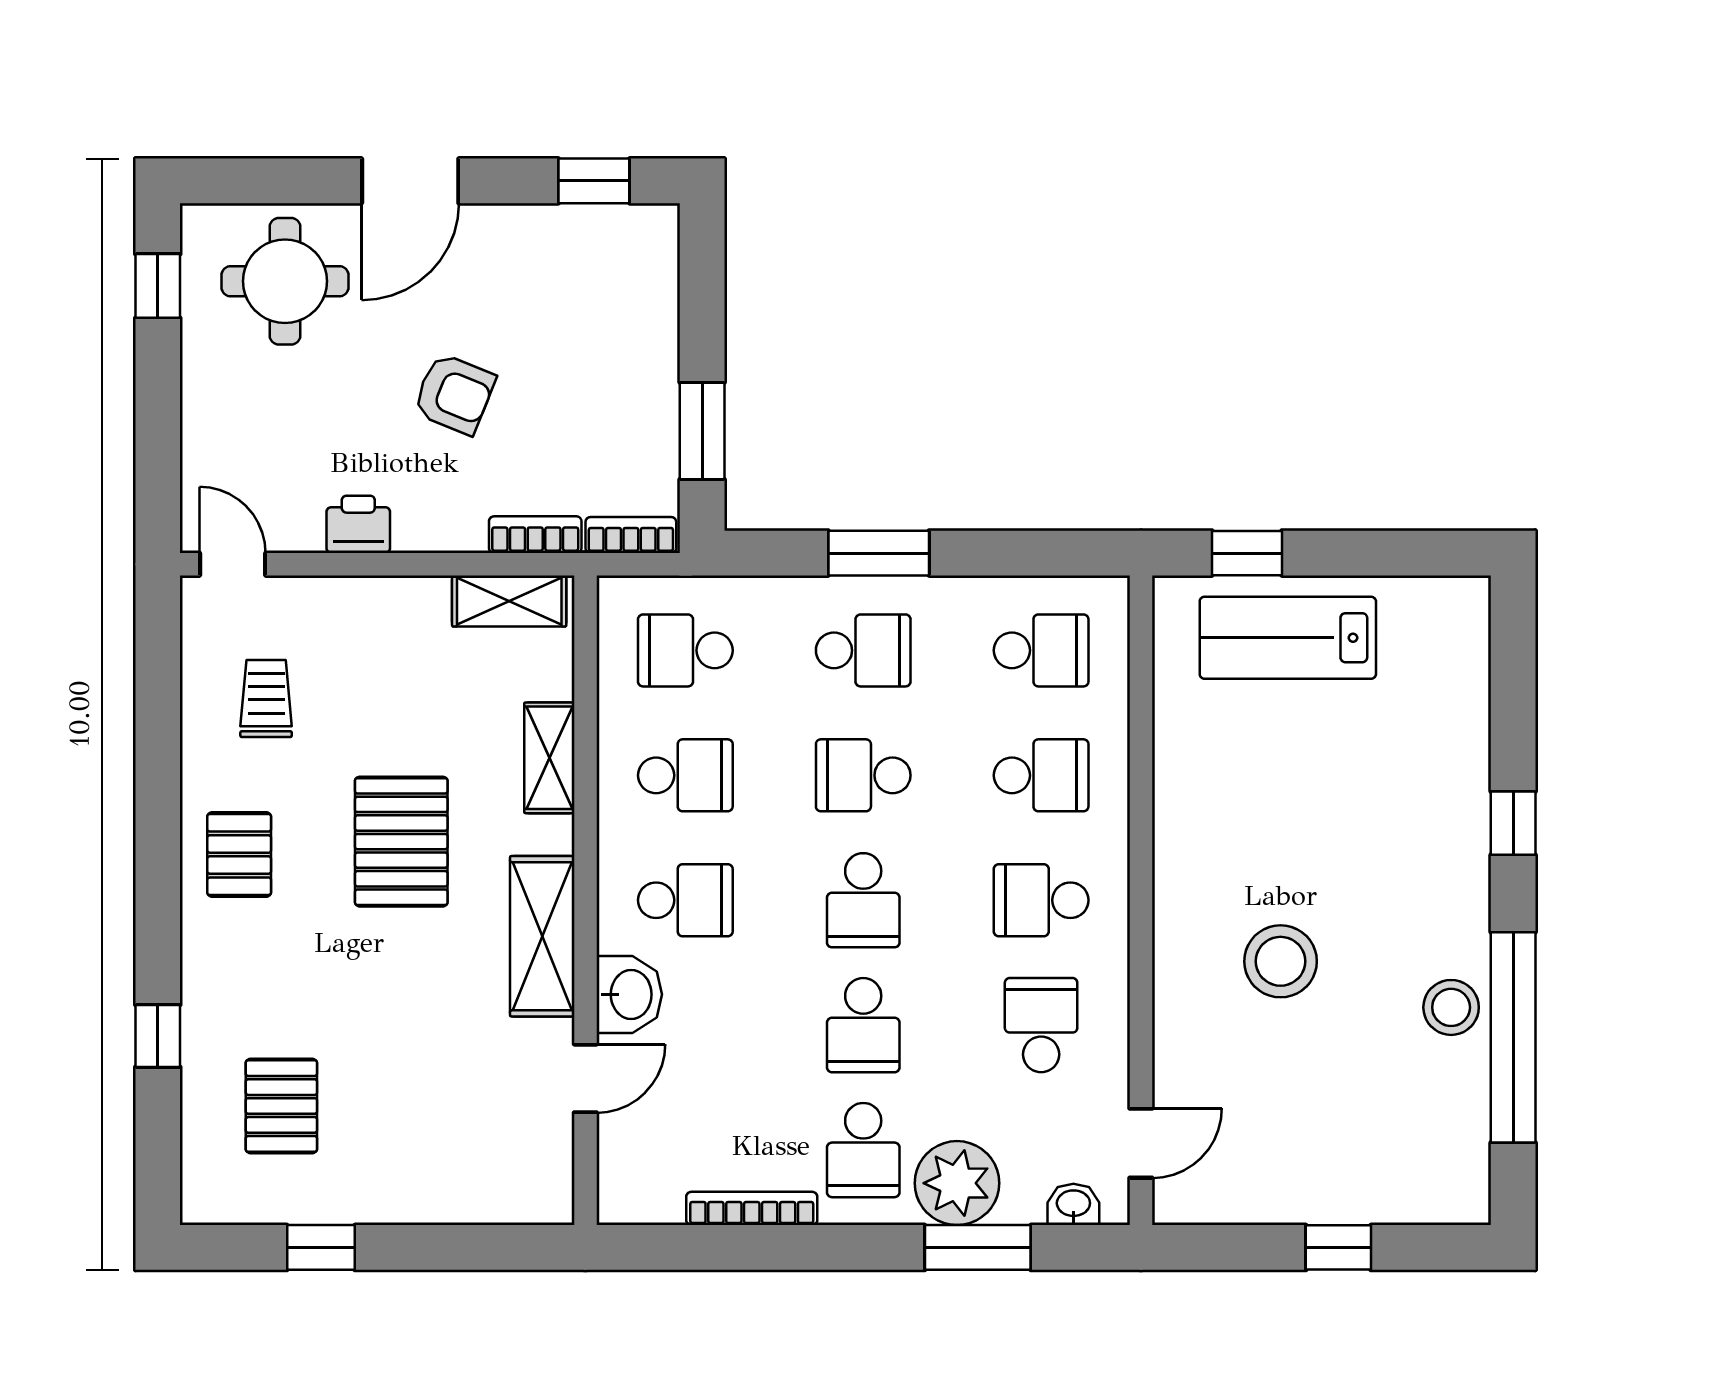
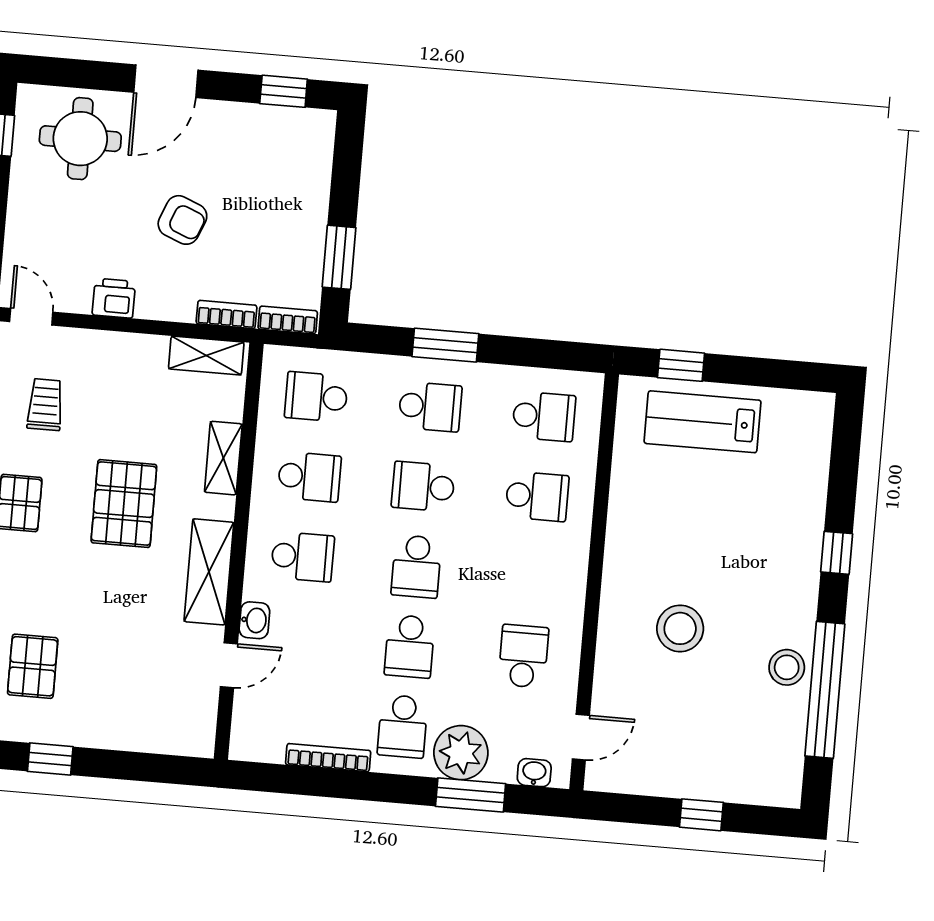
school desk: (1041, 900) -> (530, 576), removed
washbasin: (629, 994) -> (254, 620), width x0.72, depth x0.69

